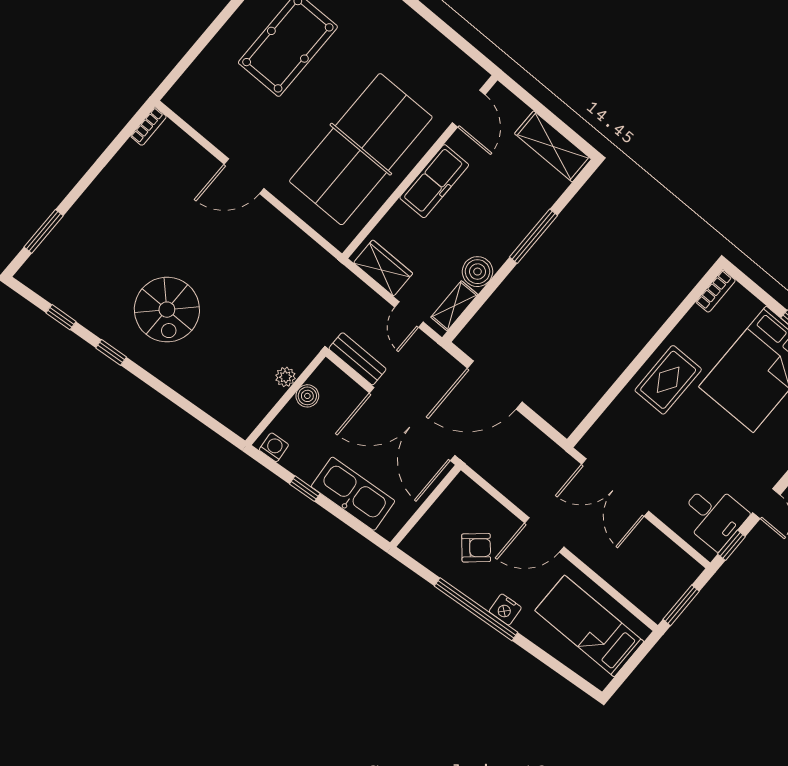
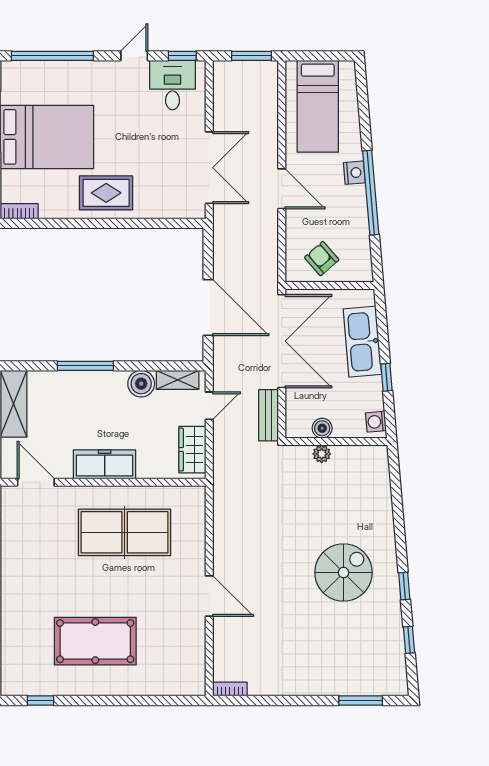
door: (469, 109) -> (36, 482), hinge flipped
table tennis table: (361, 149) -> (125, 532), width x0.73, depth x0.76
armchair: (476, 548) -> (322, 259), moved

